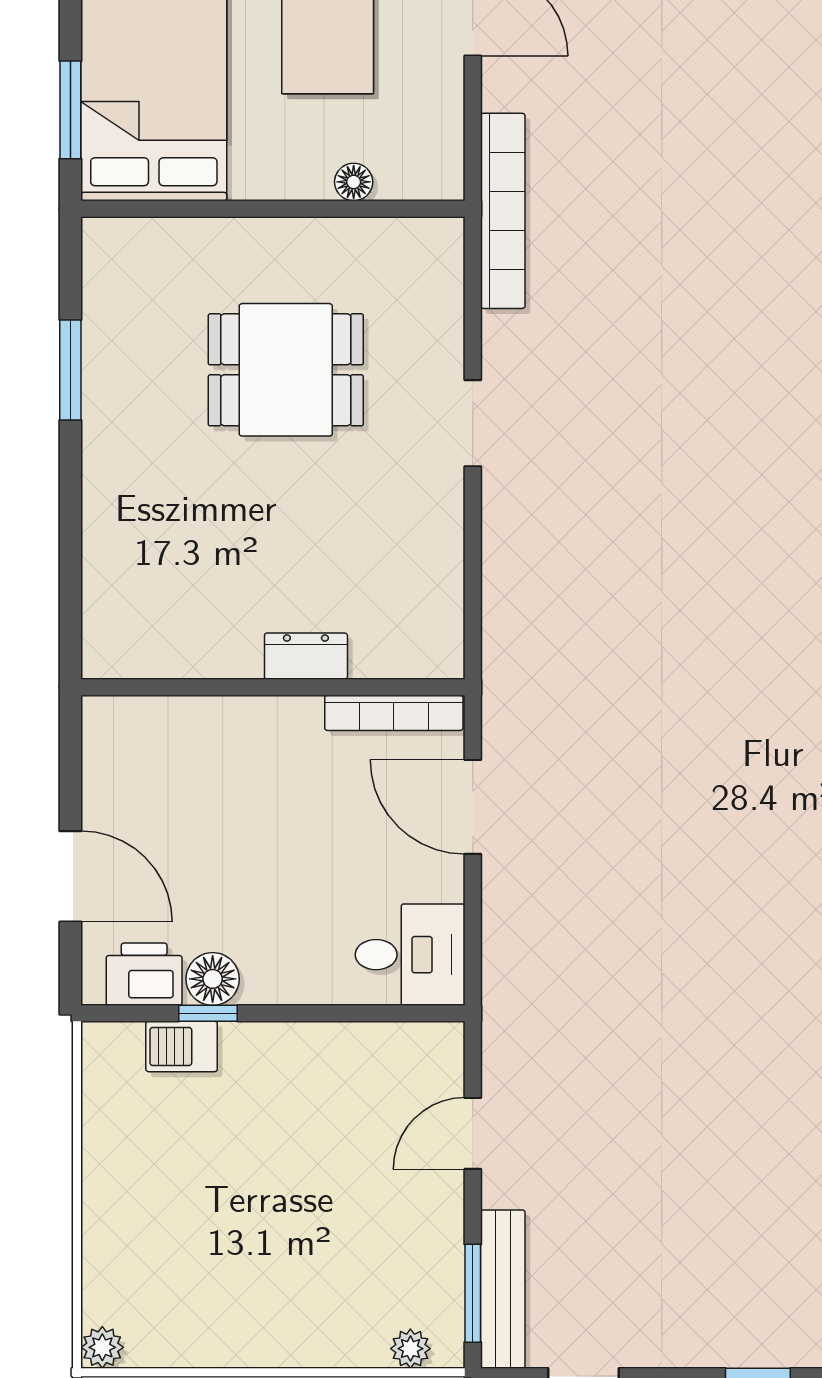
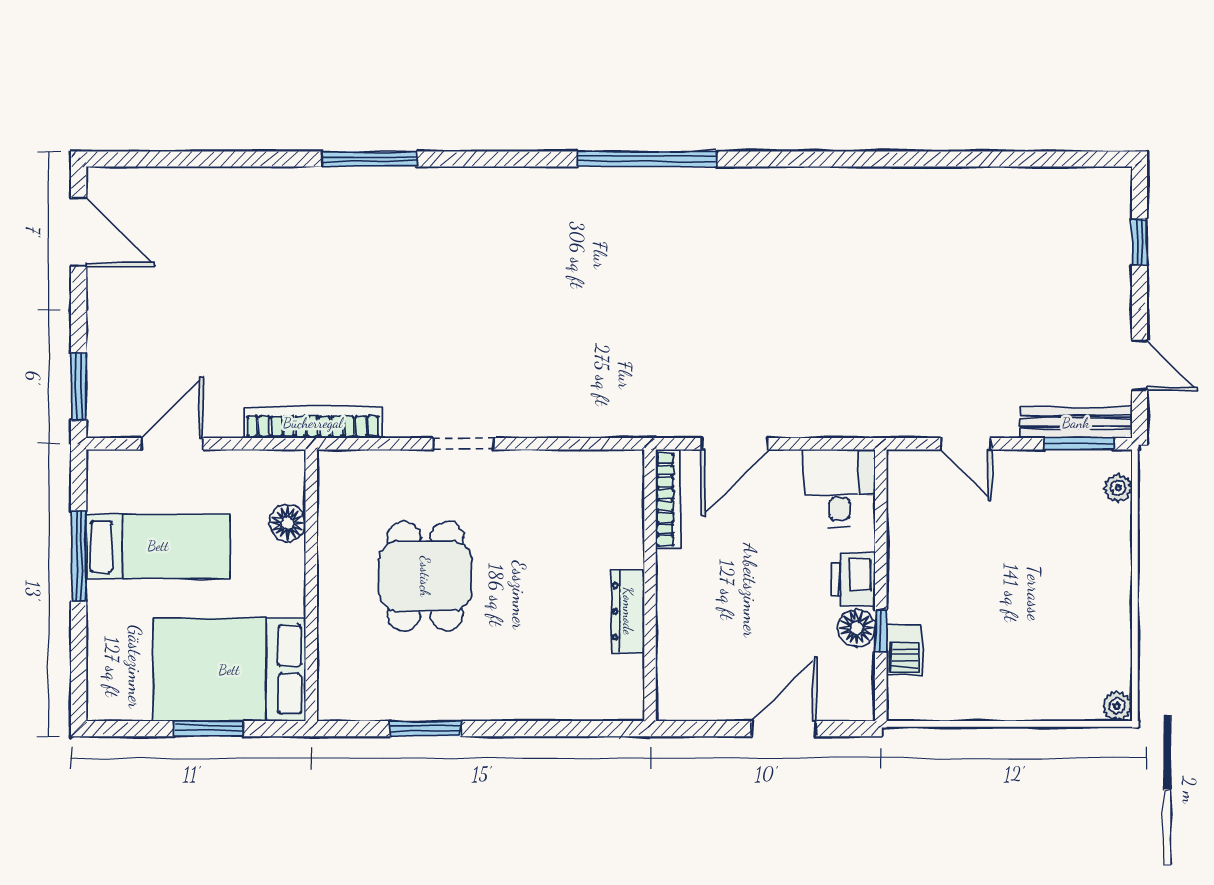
window: (70, 110) -> (209, 729), moved
floor lamp: (354, 182) -> (287, 523), width x1.37, depth x1.37
dresser: (306, 656) -> (628, 611), moved, width x1.44
printer: (144, 974) -> (853, 579), moved

